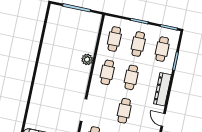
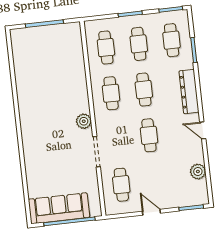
plant: (87, 59) -> (84, 121), moved

